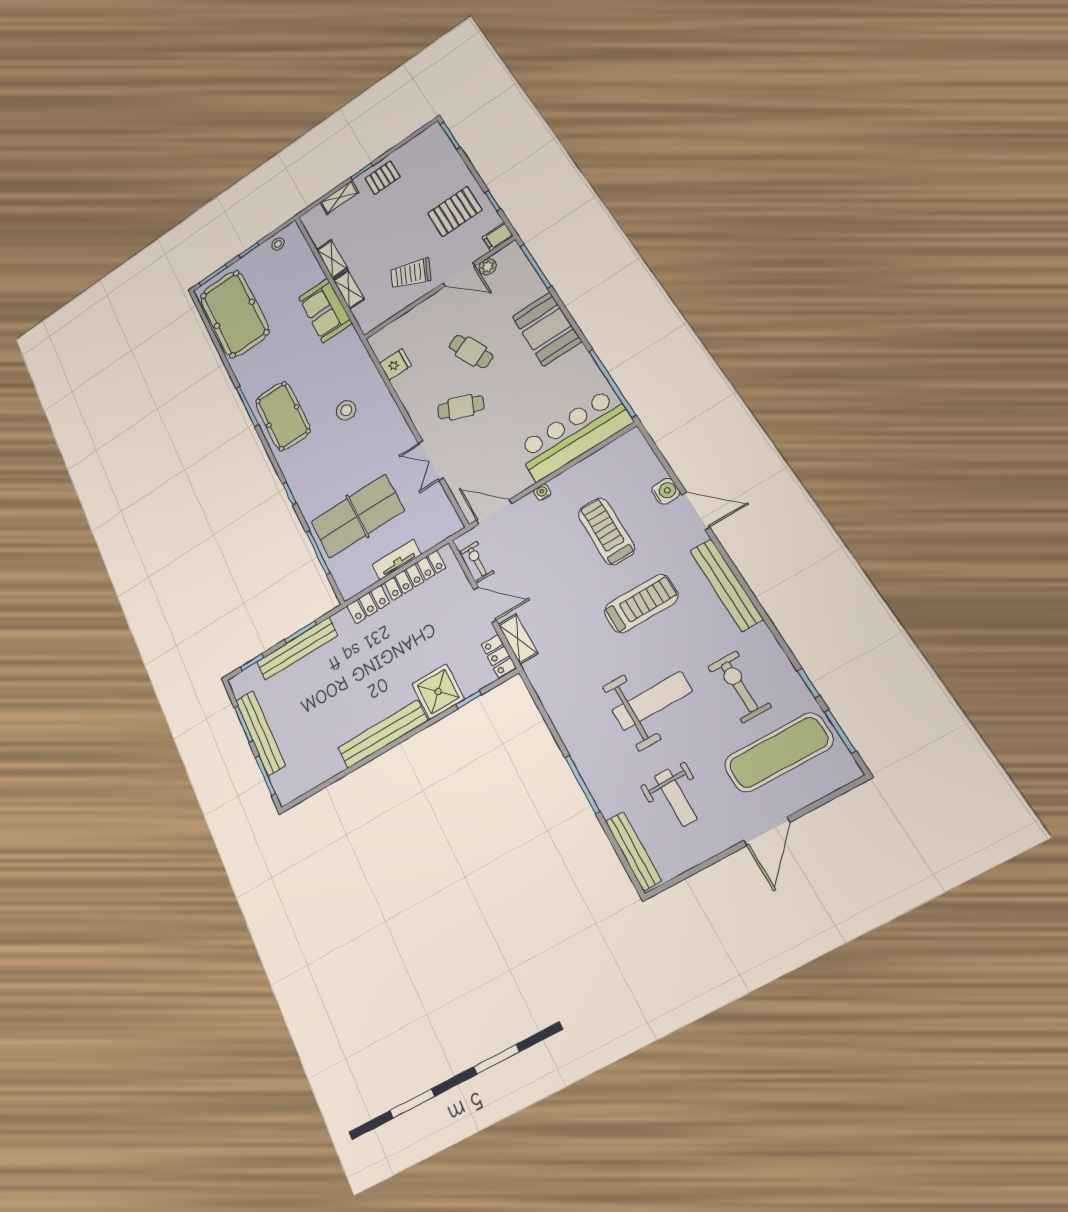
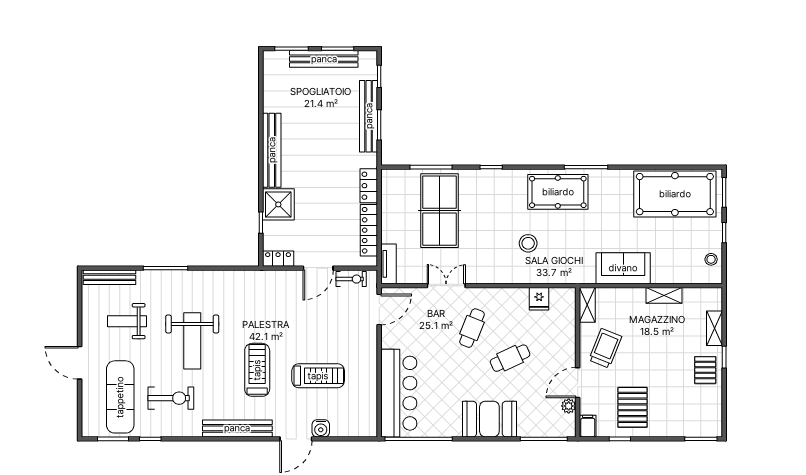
shelving: (349, 290) -> (587, 305), moved, turned 90
water cooler: (542, 492) -> (372, 350), removed
tv unit: (397, 560) -> (389, 264), moved
treadmill: (641, 604) -> (257, 370), turned 180
shelving: (518, 639) -> (282, 278), removed

